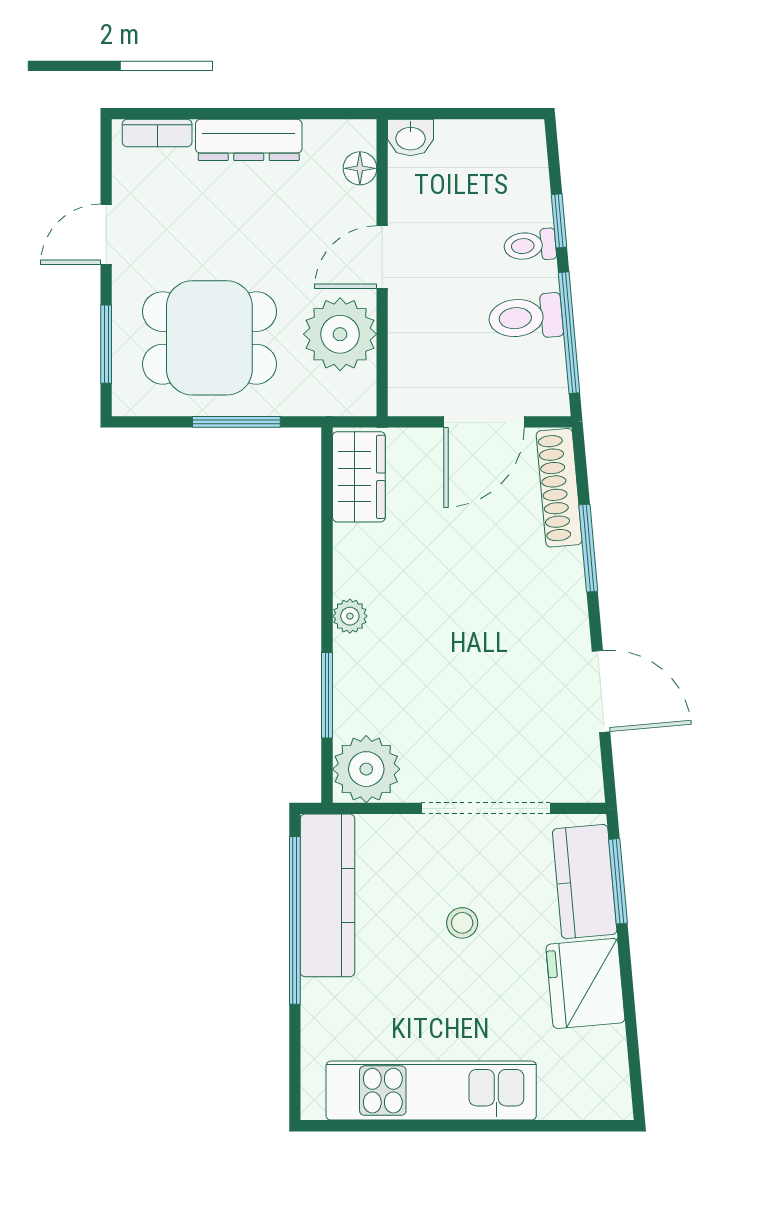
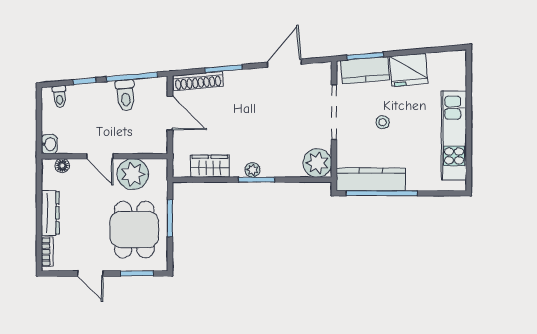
toilet: (530, 245) -> (60, 97), moved
wardrobe: (359, 477) -> (210, 166), moved
window: (327, 695) -> (257, 180), moved

